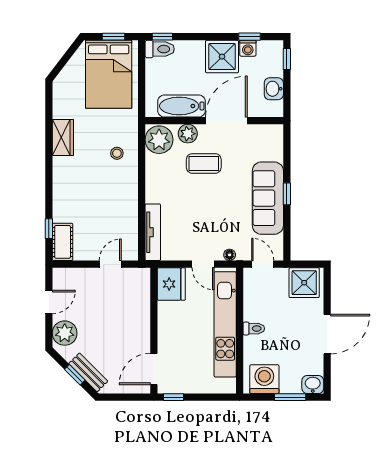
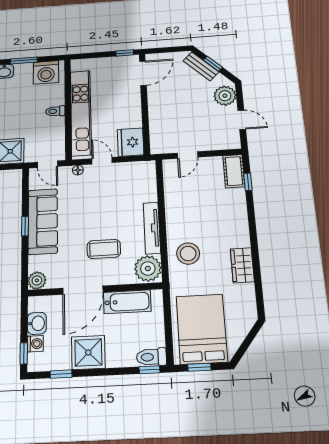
washing machine: (248, 48) -> (35, 344), moved, turned 90
plant: (188, 134) -> (37, 280), moved
stool: (117, 153) -> (188, 254), width x1.89, depth x1.89
tv unit: (153, 232) -> (152, 228), moved
door: (49, 302) -> (242, 120), swing flipped

